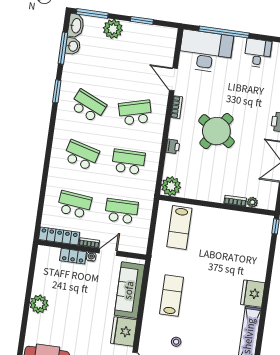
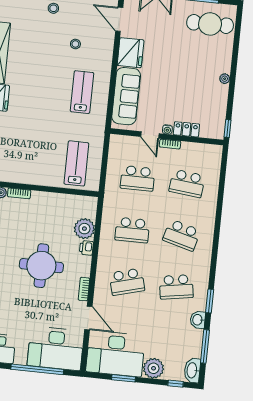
window: (92, 13) -> (176, 384), width x0.46
desk: (149, 44) -> (115, 354), added
washbasin: (73, 46) -> (198, 320), moved
school desk: (88, 106) -> (176, 287), turned -33
round table: (216, 131) -> (41, 266), turned -34
plant: (171, 186) -> (84, 229), moved
locker: (59, 236) -> (202, 150), removed
door: (108, 252) -> (150, 135), hinge flipped
window: (34, 256) -> (227, 129), added
lab bench: (172, 296) -> (82, 92), turned 180
plant: (39, 304) -> (225, 79), width x0.53, depth x0.53

